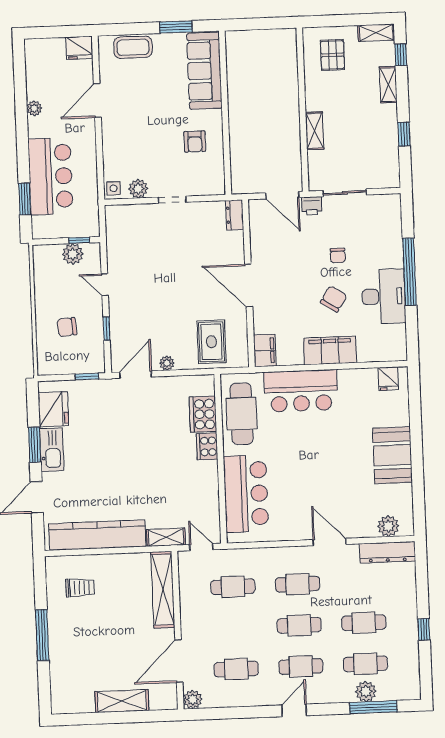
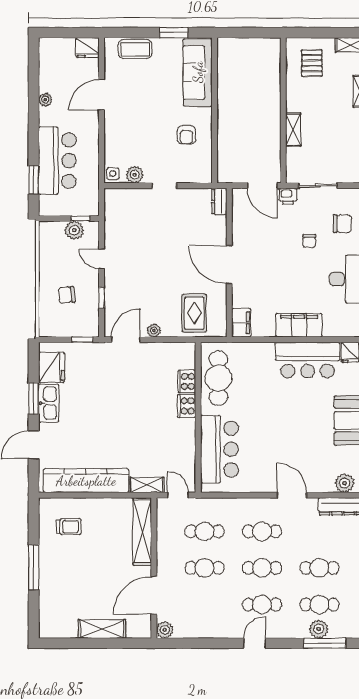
chair: (334, 299) -> (342, 224), moved, turned 57
bar counter: (301, 391) -> (308, 360), moved
cooker: (203, 414) -> (187, 381), width x0.73, depth x0.76
cafe table: (236, 669) -> (205, 568), moved

